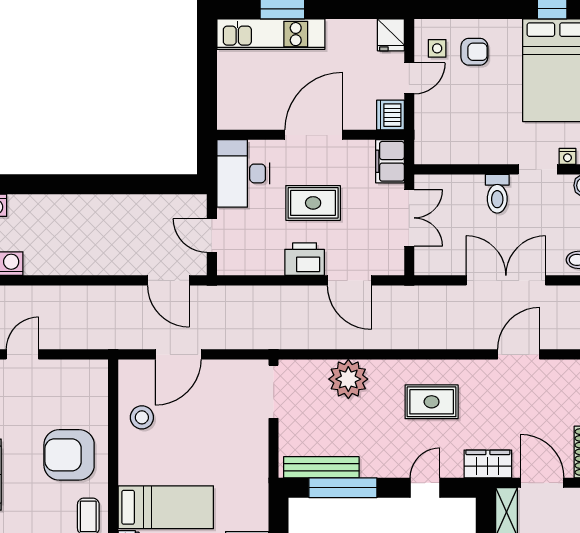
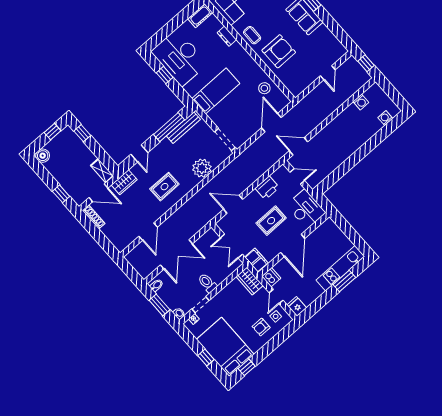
wardrobe: (429, 139) -> (250, 281), added
printer: (305, 259) -> (267, 188), moved
bed: (166, 507) -> (216, 91), moved, turned 180

